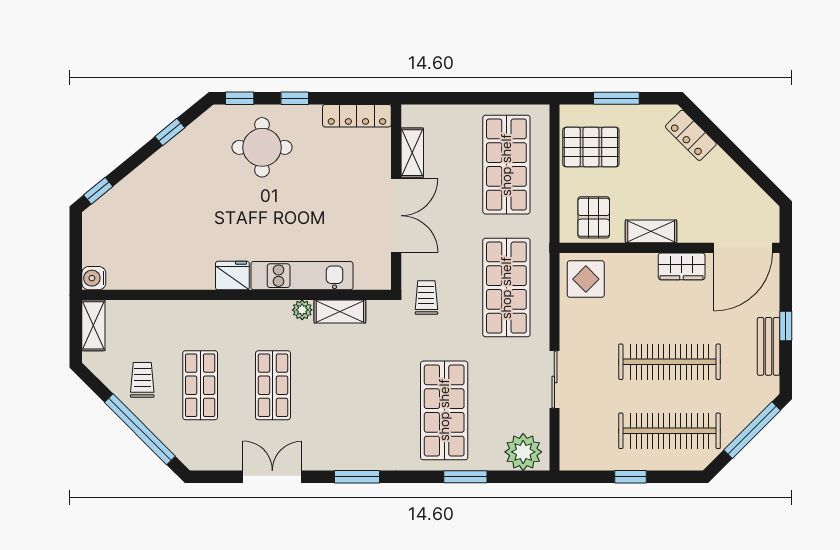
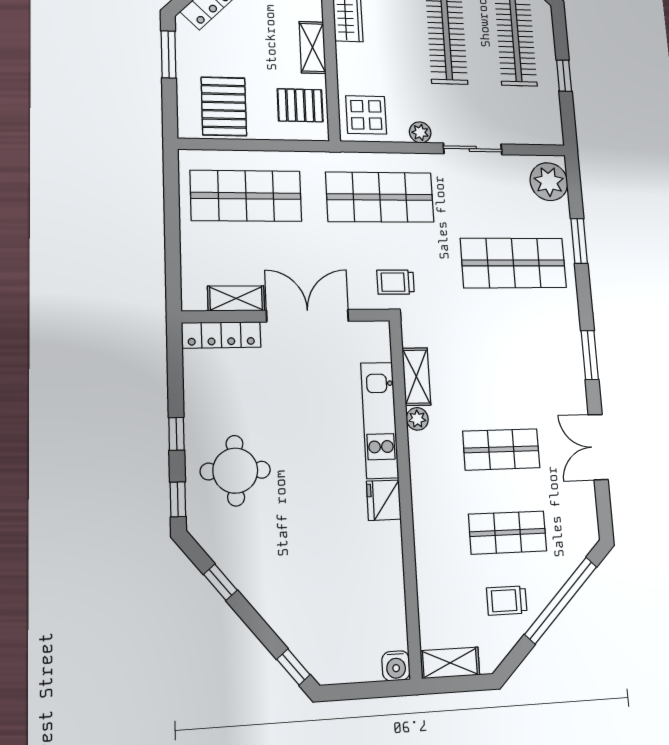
window: (616, 98) -> (169, 54), moved
locker: (357, 116) -> (221, 335), moved, turned 90
plant: (570, 330) -> (420, 132), added

